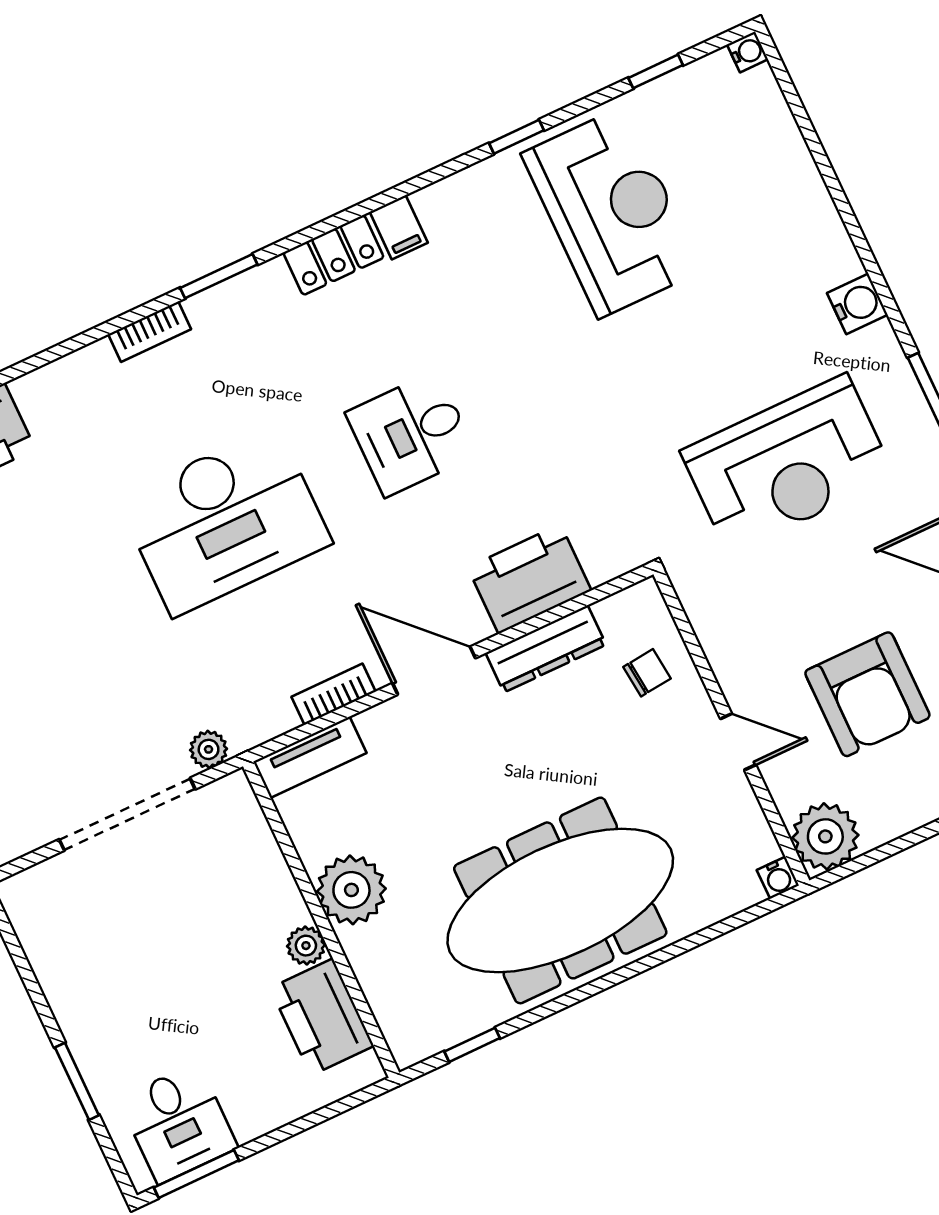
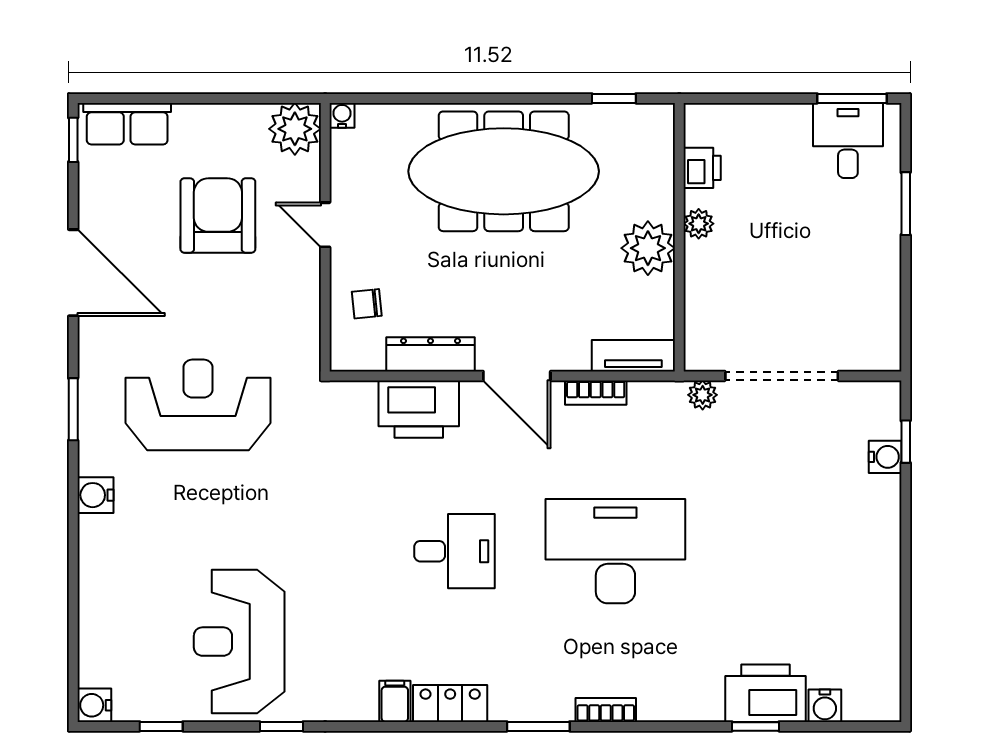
water cooler: (748, 52) -> (94, 705), width x1.38, depth x1.38
printer: (322, 1017) -> (702, 168), width x0.53, depth x0.68

